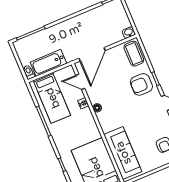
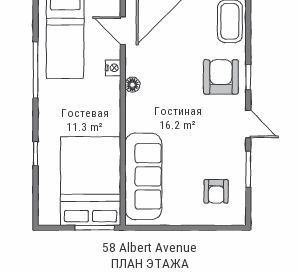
armchair: (141, 84) -> (221, 77), turned 90

